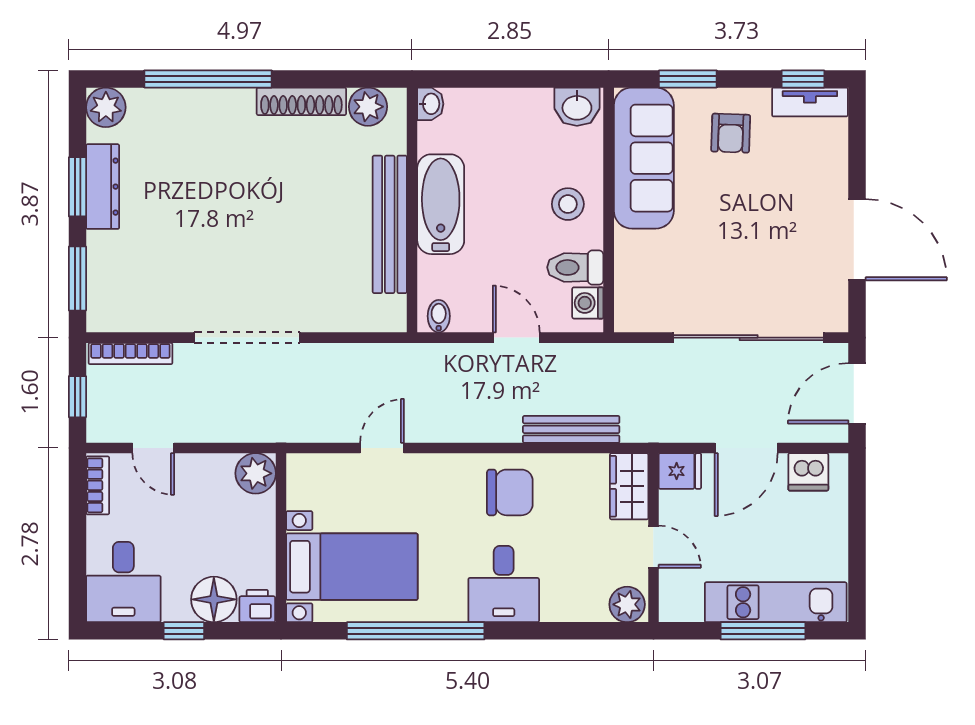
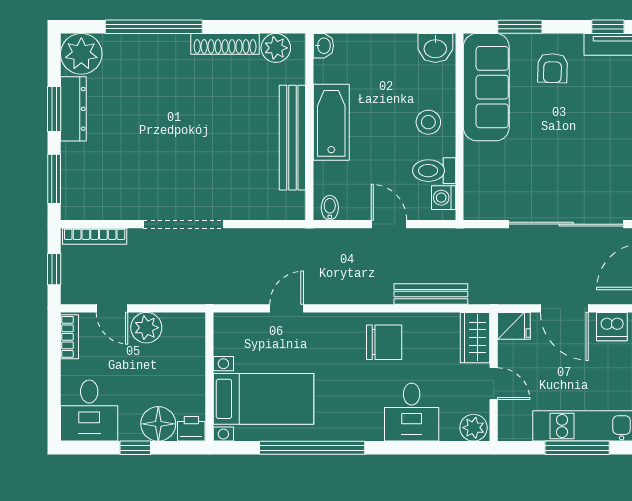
plant: (106, 107) -> (81, 54), width x1.36, depth x1.36
door: (746, 448) -> (564, 308), hinge flipped
plant: (256, 473) -> (146, 328), moved
desk: (504, 584) -> (412, 412), moved

